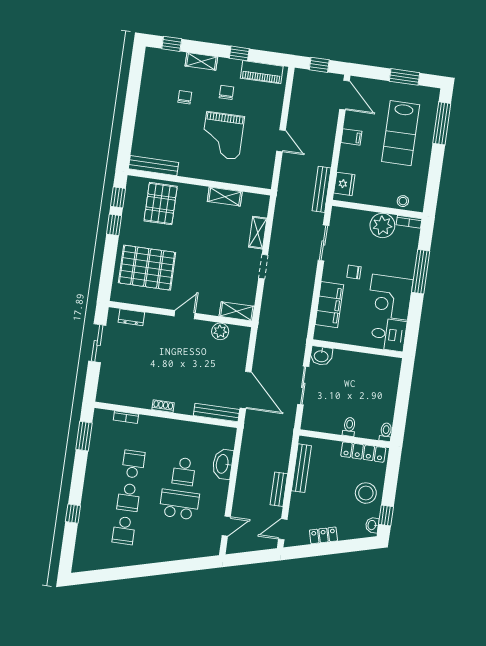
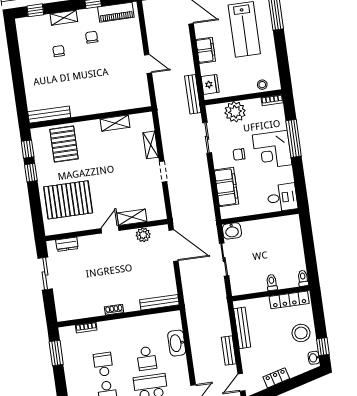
grand piano: (223, 136) -> (99, 74), removed
filing cabinet: (351, 137) -> (206, 50), width x2.00
plant: (382, 225) -> (235, 112), moved
corner desk: (390, 297) -> (272, 150), moved
shelving: (237, 311) -> (132, 217), moved
door: (246, 390) -> (174, 245), moved

